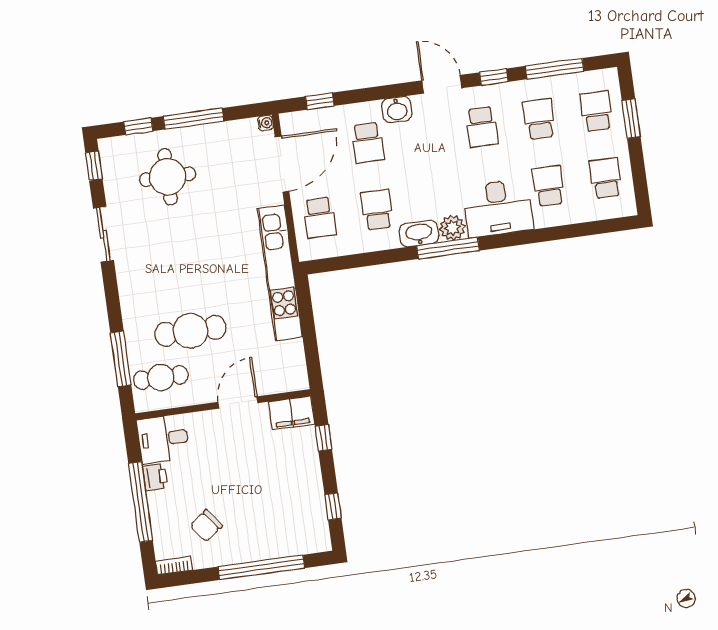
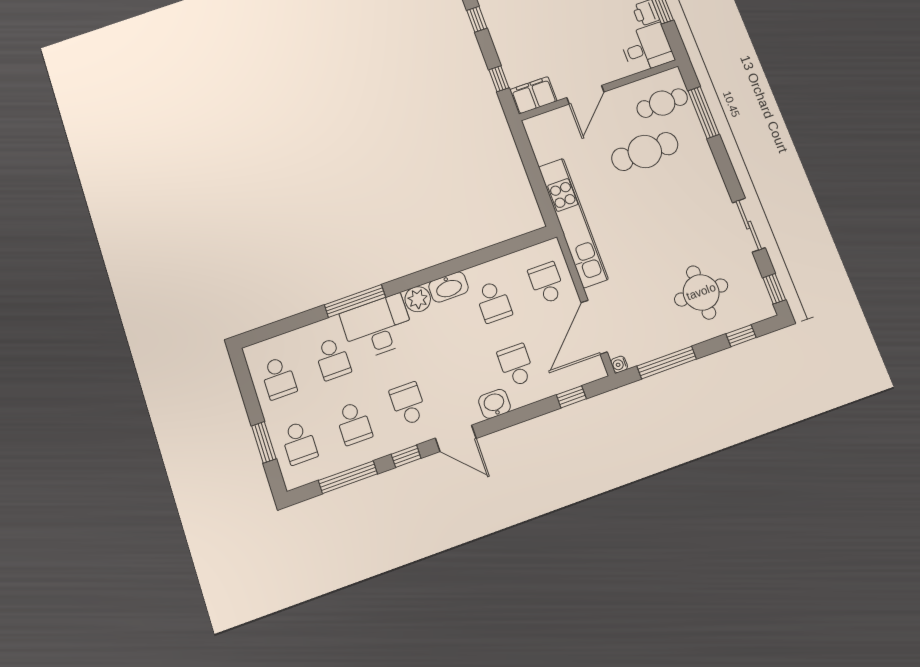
window: (194, 119) -> (667, 362), moved
window: (448, 248) -> (355, 301), moved

